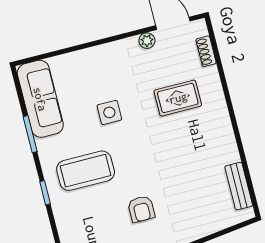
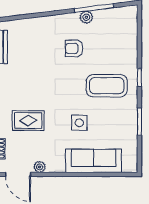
sofa: (40, 99) -> (94, 161), moved, turned 90
armchair: (141, 209) -> (74, 48), turned -90

